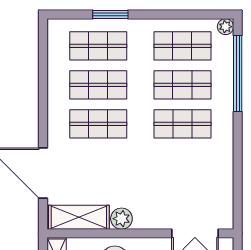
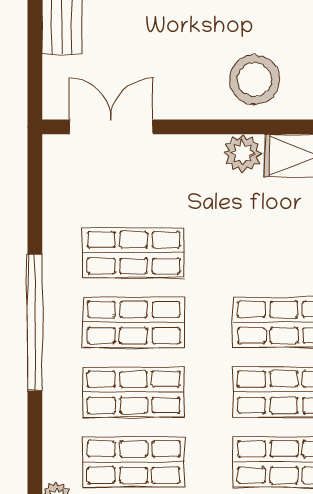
window: (238, 74) -> (35, 322), moved
shop shelf: (182, 163) -> (134, 253), added

